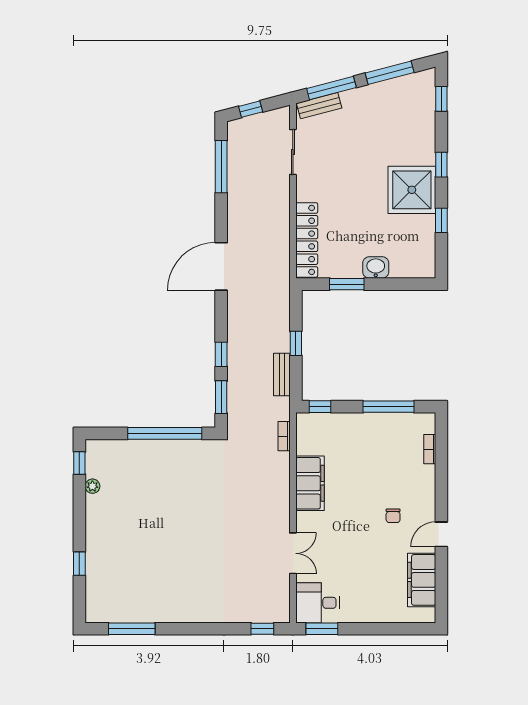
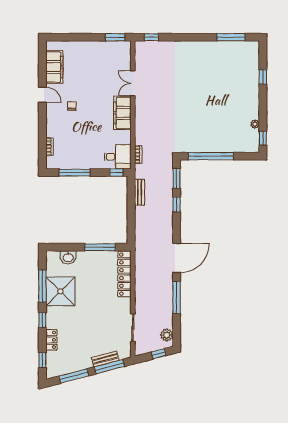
bench: (319, 106) -> (105, 359), moved
locker: (427, 132) -> (51, 340), added
plant: (237, 140) -> (167, 335), added
window: (221, 167) -> (177, 297), moved
shower: (412, 190) -> (60, 291), moved
window: (441, 220) -> (42, 286), width x2.17
washbasin: (376, 267) -> (68, 257), moved
window: (347, 284) -> (100, 247), width x1.44
window: (296, 343) -> (131, 211), removed
filing cabinet: (310, 483) -> (122, 113), moved
door: (441, 534) -> (42, 95), hinge flipped
desk: (318, 603) -> (118, 157), moved

